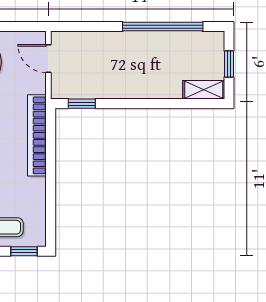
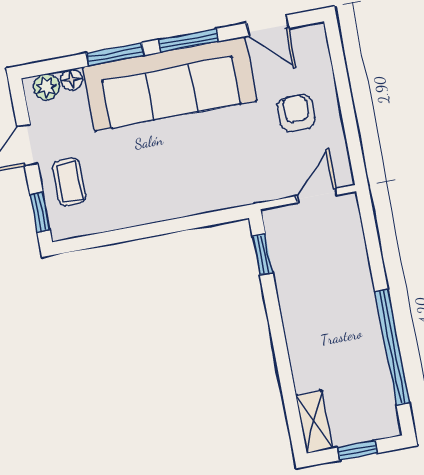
bookcase: (37, 135) -> (206, 200), removed

